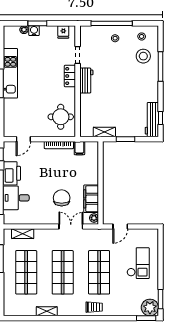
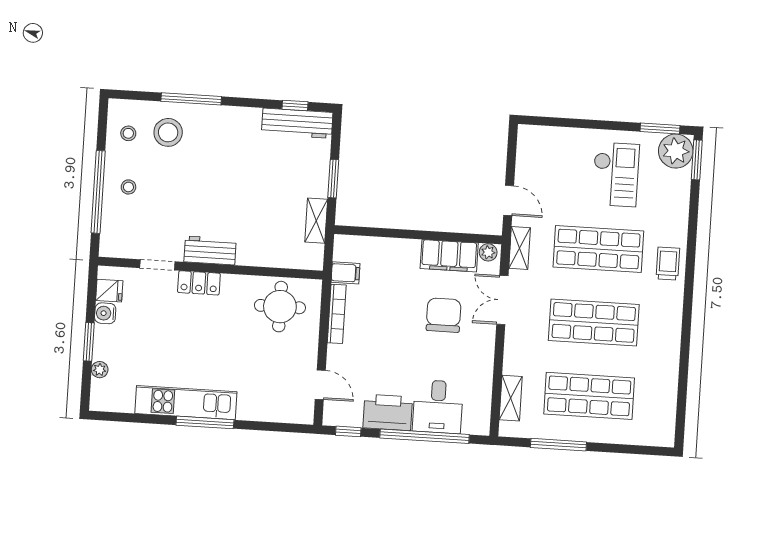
water cooler: (34, 31) -> (105, 313), moved
chair: (62, 198) -> (444, 315), turned 90
checkout: (138, 263) -> (616, 174), moved, turned 90
shelving: (47, 311) -> (520, 248), moved

